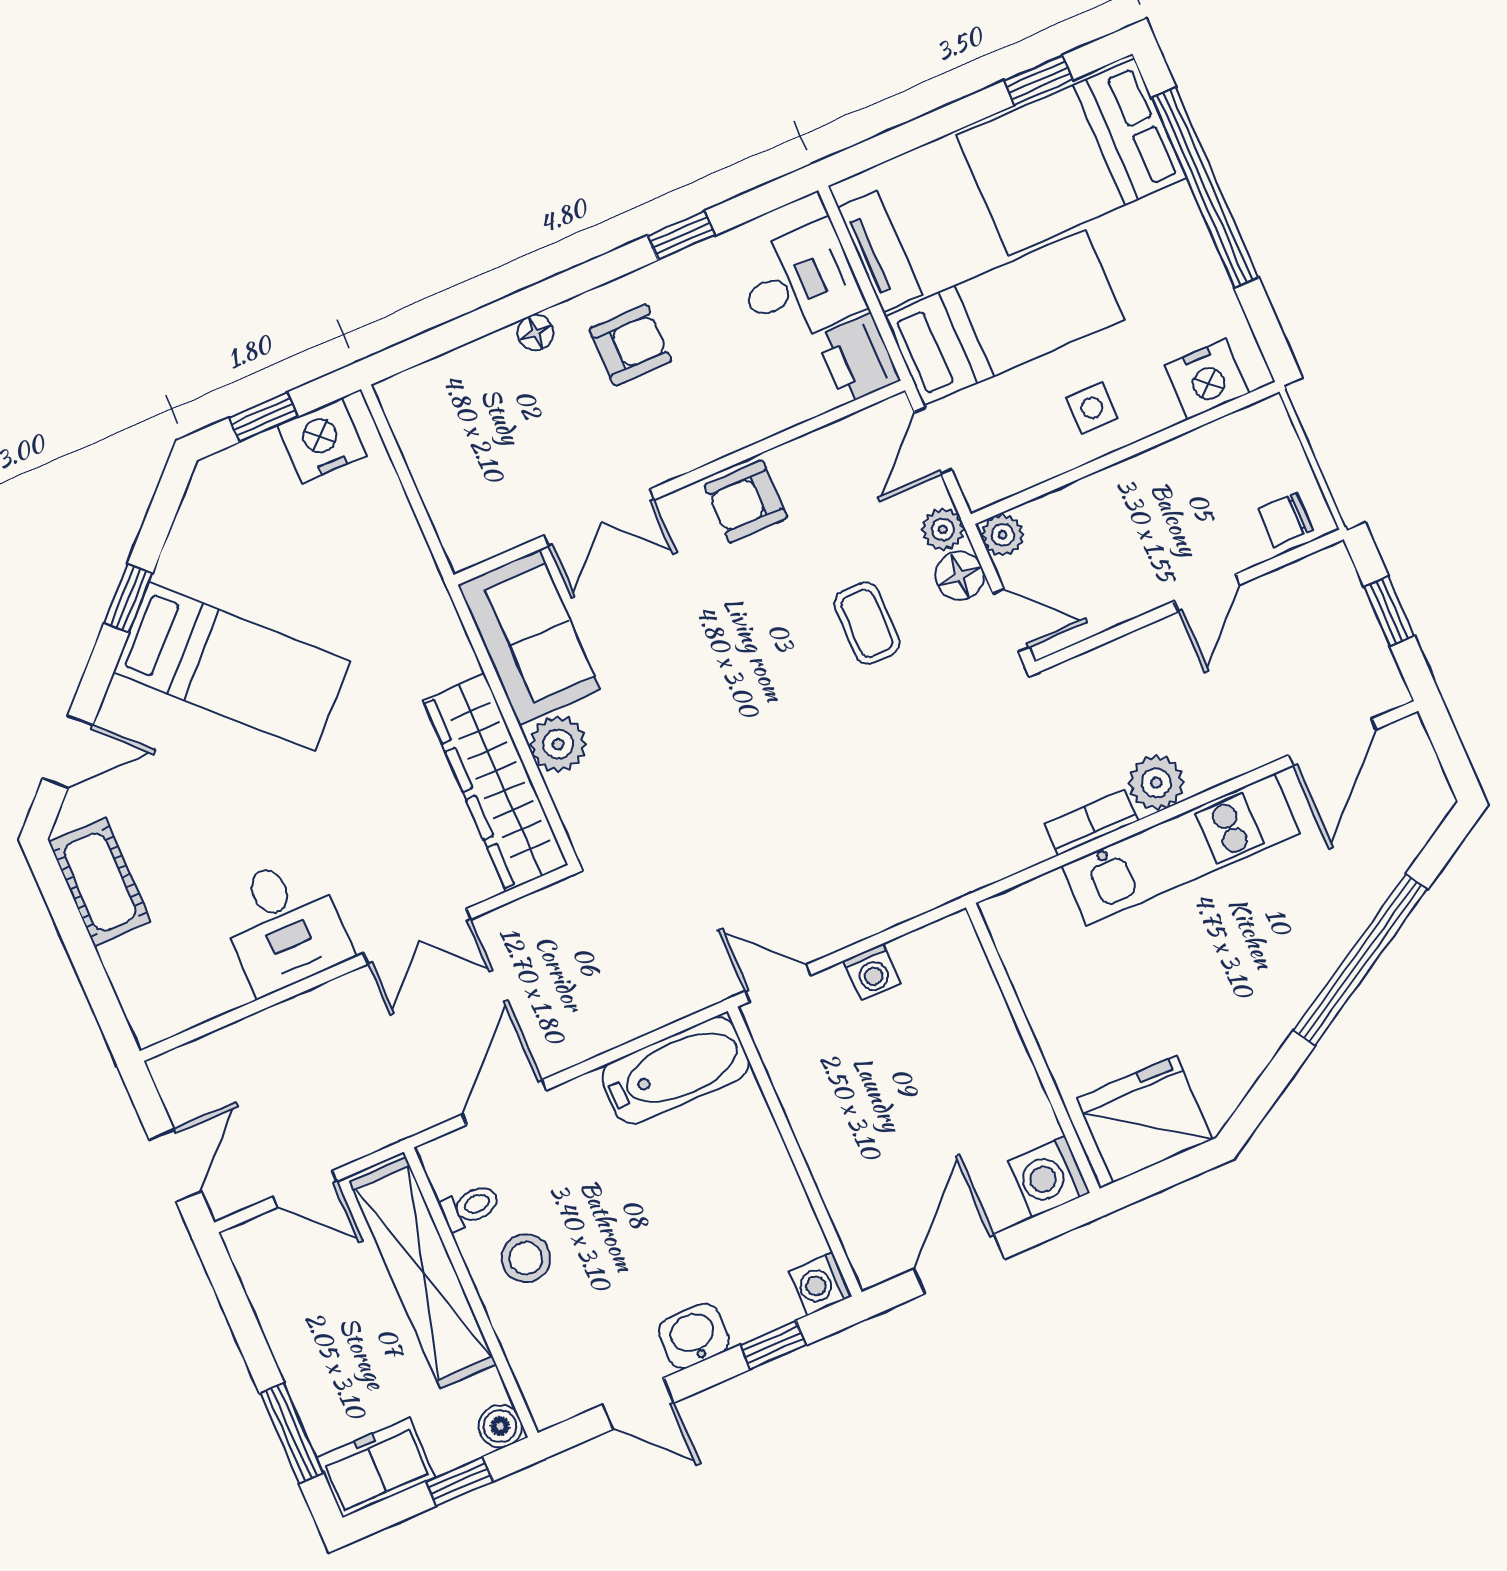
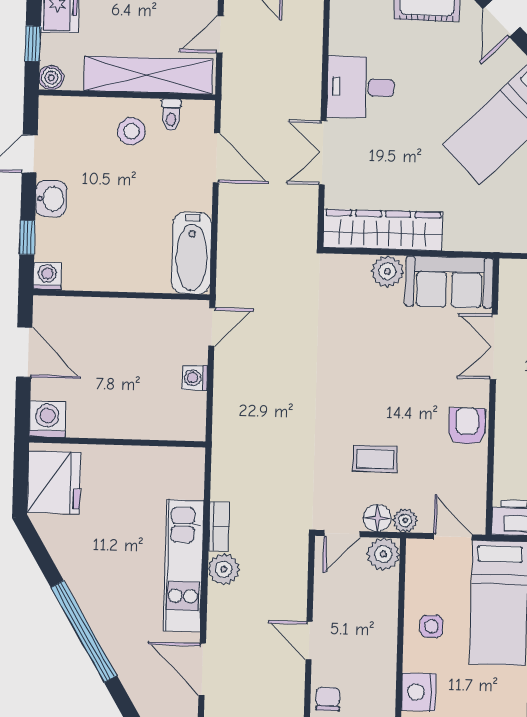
plant: (1003, 535) -> (383, 554), width x1.38, depth x1.38

